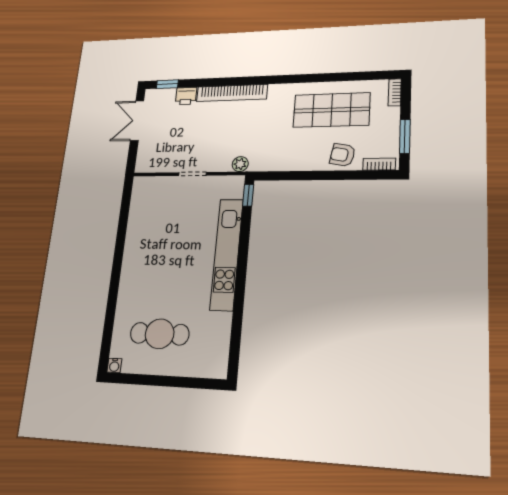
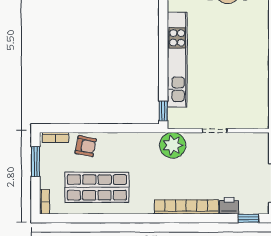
plant: (240, 164) -> (173, 145), width x1.87, depth x1.87

